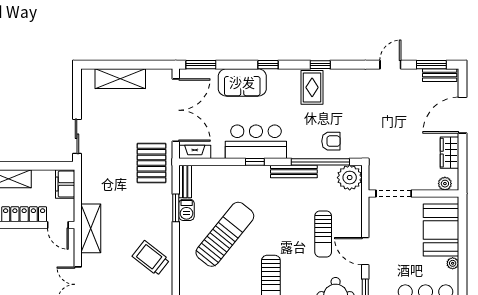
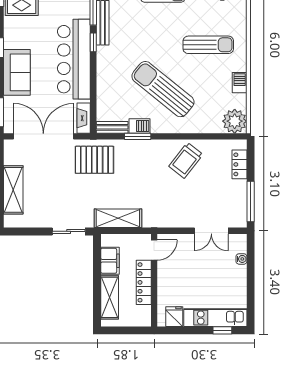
bar counter: (256, 142) -> (74, 59), width x1.36
window: (255, 162) -> (93, 42), moved
filing cabinet: (65, 184) -> (110, 261), moved, turned -90
shelving: (91, 228) -> (118, 218), moved

